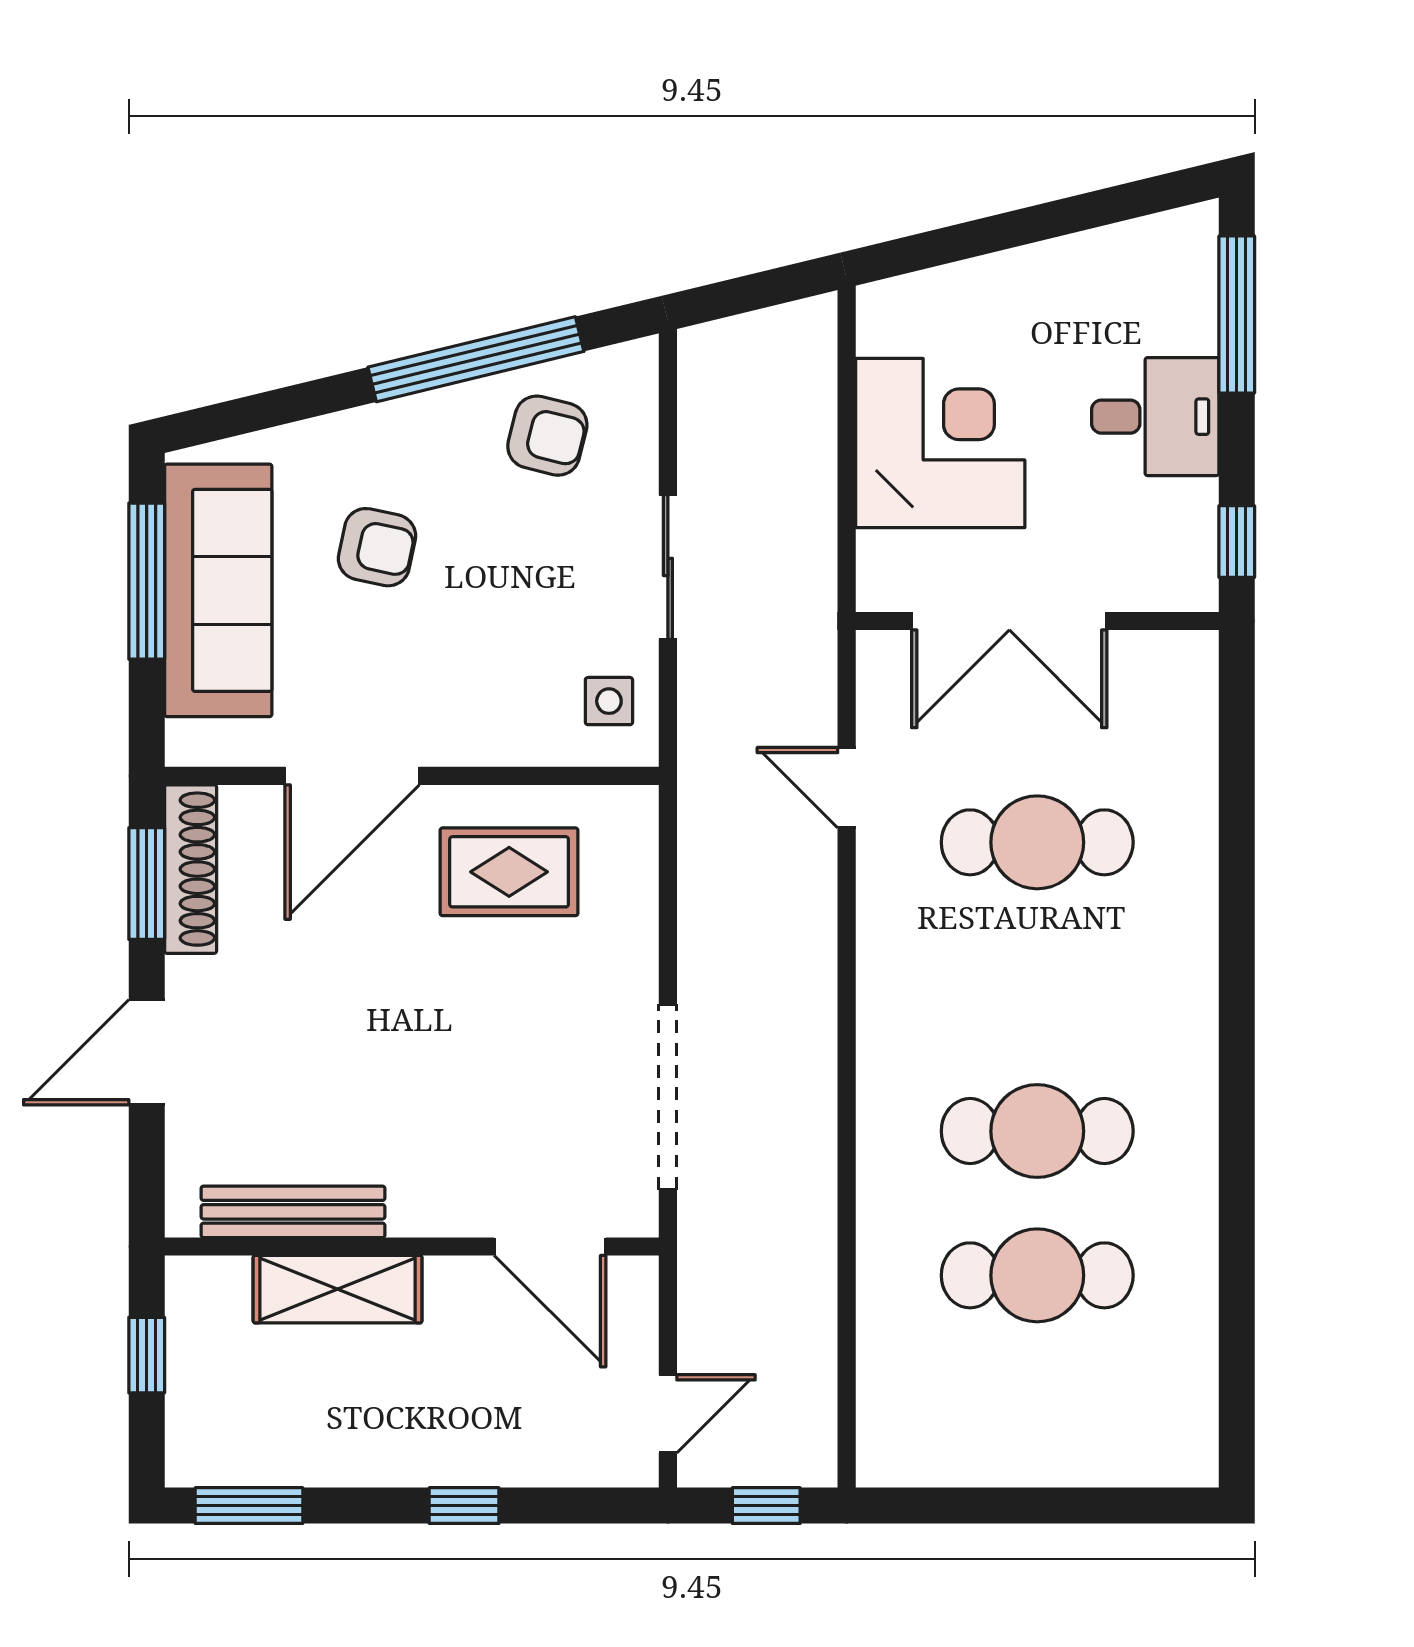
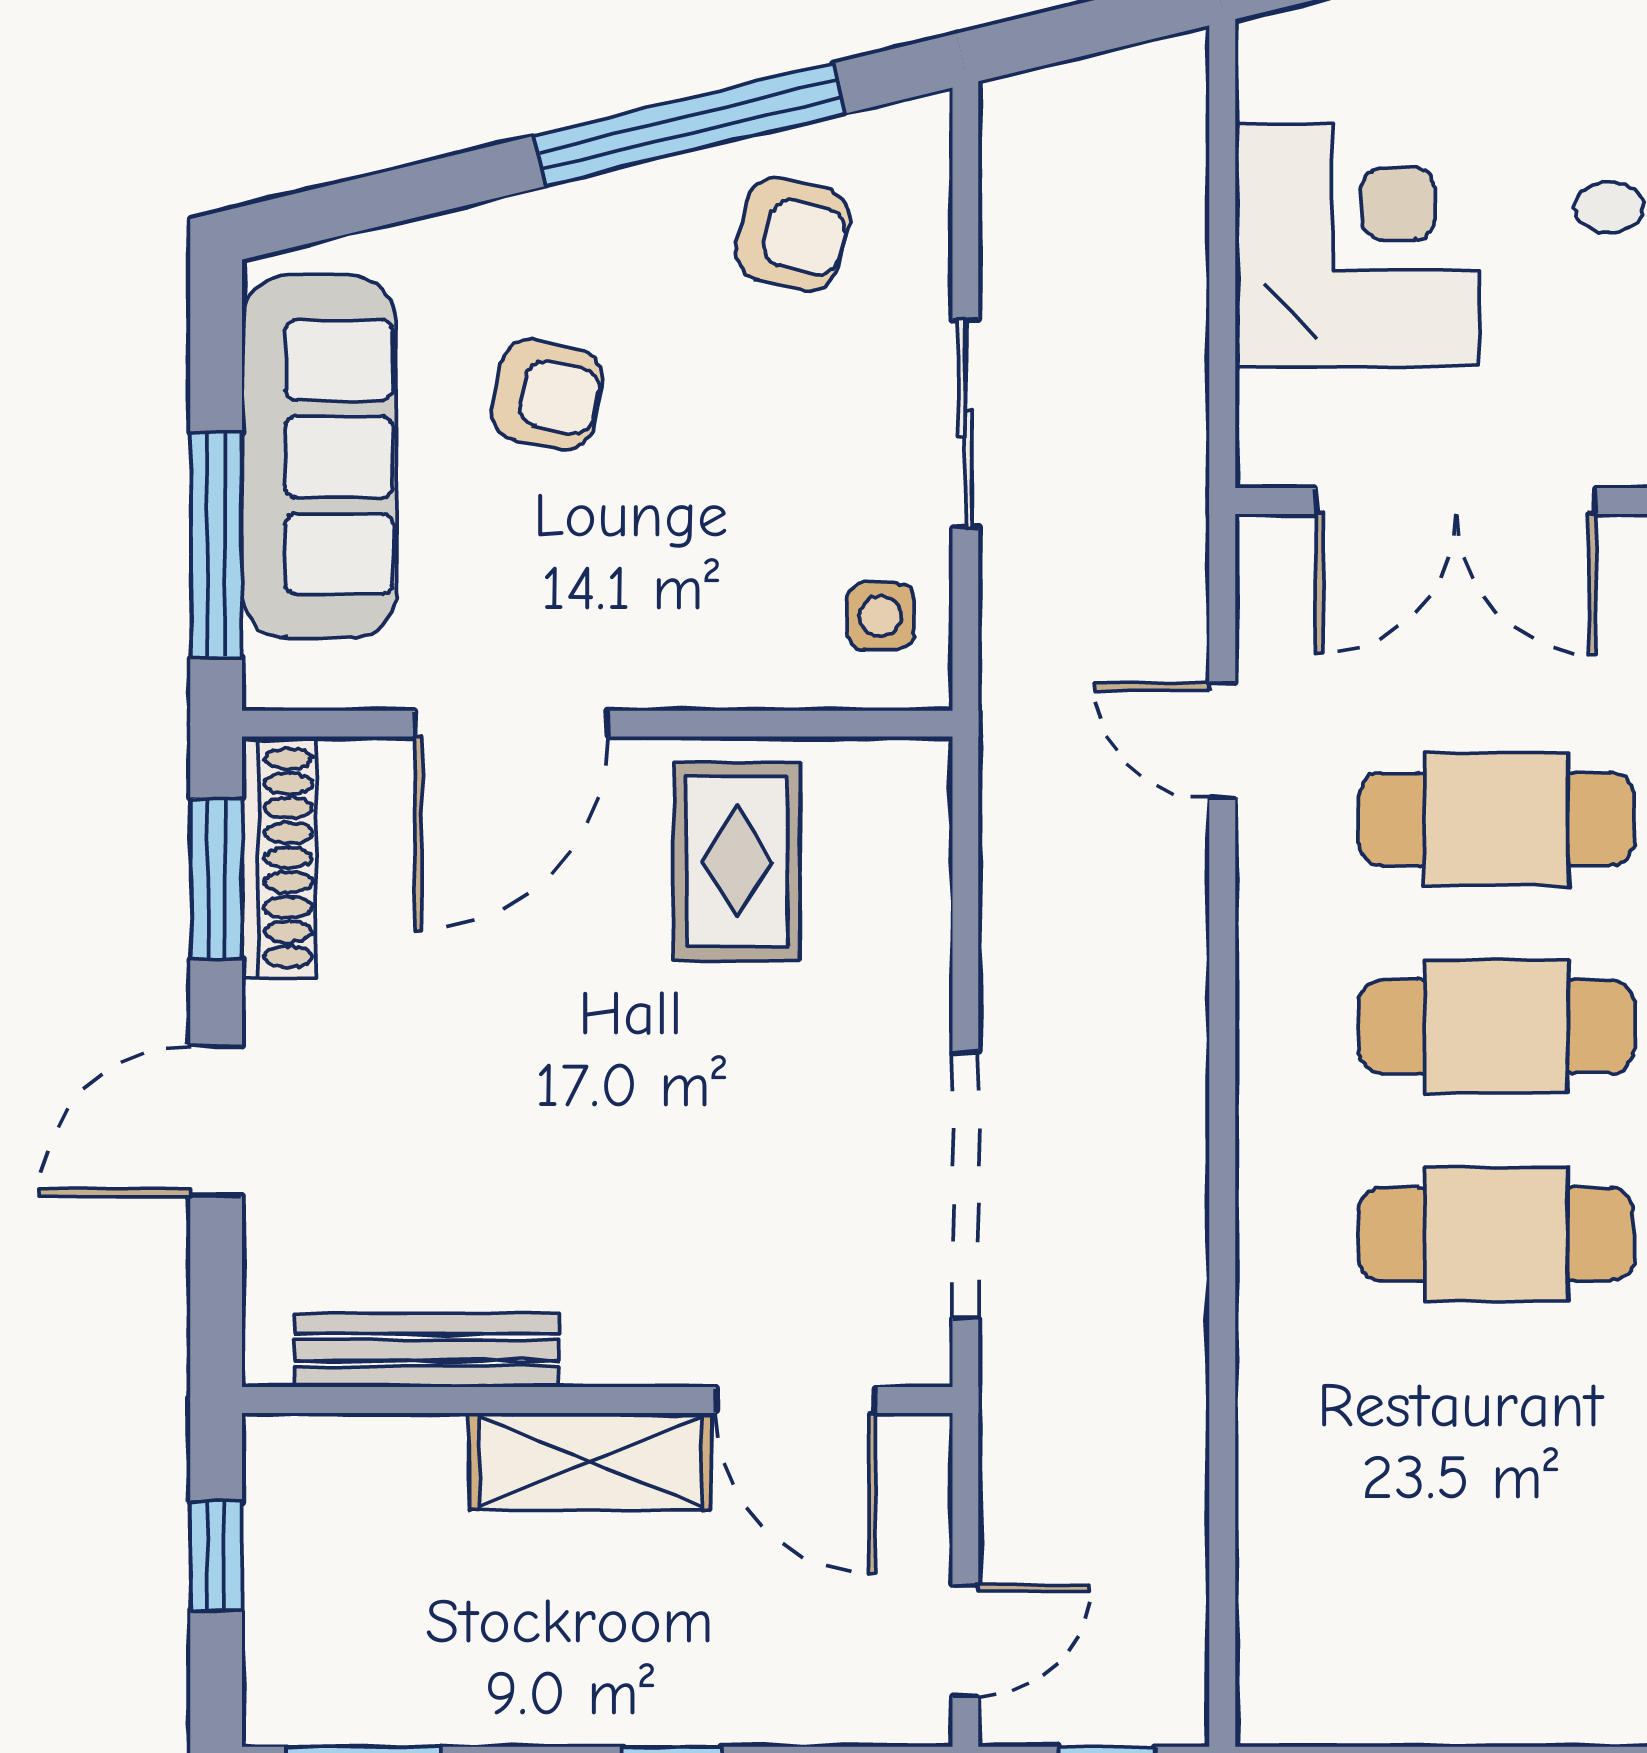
window: (147, 581) -> (216, 545), moved
rug: (509, 872) -> (737, 862), turned 90
cafe table: (1037, 1275) -> (1496, 1027), moved
shelving: (338, 1289) -> (590, 1461), moved

